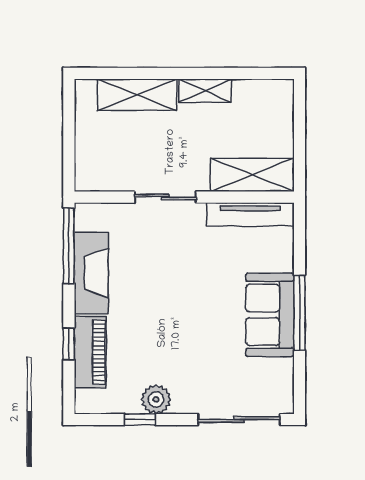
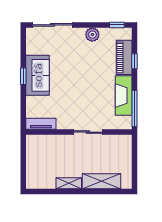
shelving: (252, 175) -> (46, 143), removed
tv unit: (250, 214) -> (41, 124), width x0.71
window: (299, 313) -> (23, 76), width x0.46
window: (140, 420) -> (117, 25), moved

